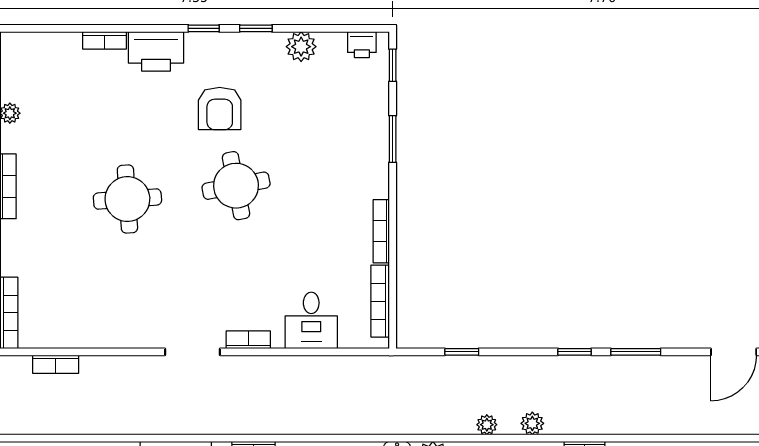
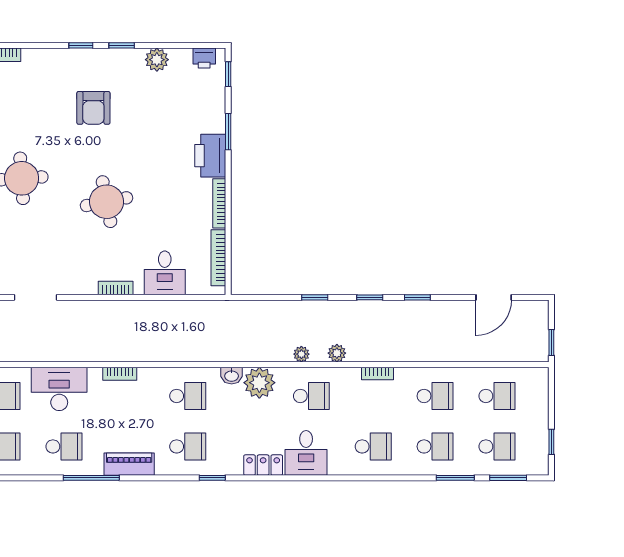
printer: (156, 51) -> (210, 156), moved, turned 90
round table: (236, 186) -> (106, 202), moved
doorway: (193, 352) -> (35, 297), moved
window: (462, 352) -> (315, 297), moved
window: (636, 352) -> (417, 297), width x0.67

